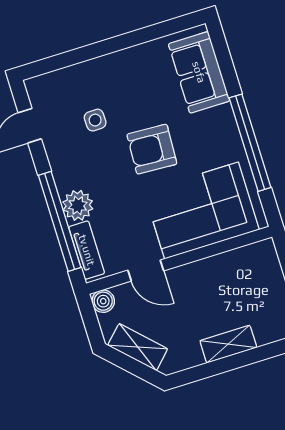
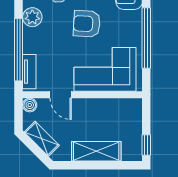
plant: (78, 205) -> (32, 17), moved
shelving: (228, 344) -> (96, 151), width x1.50, depth x1.33

